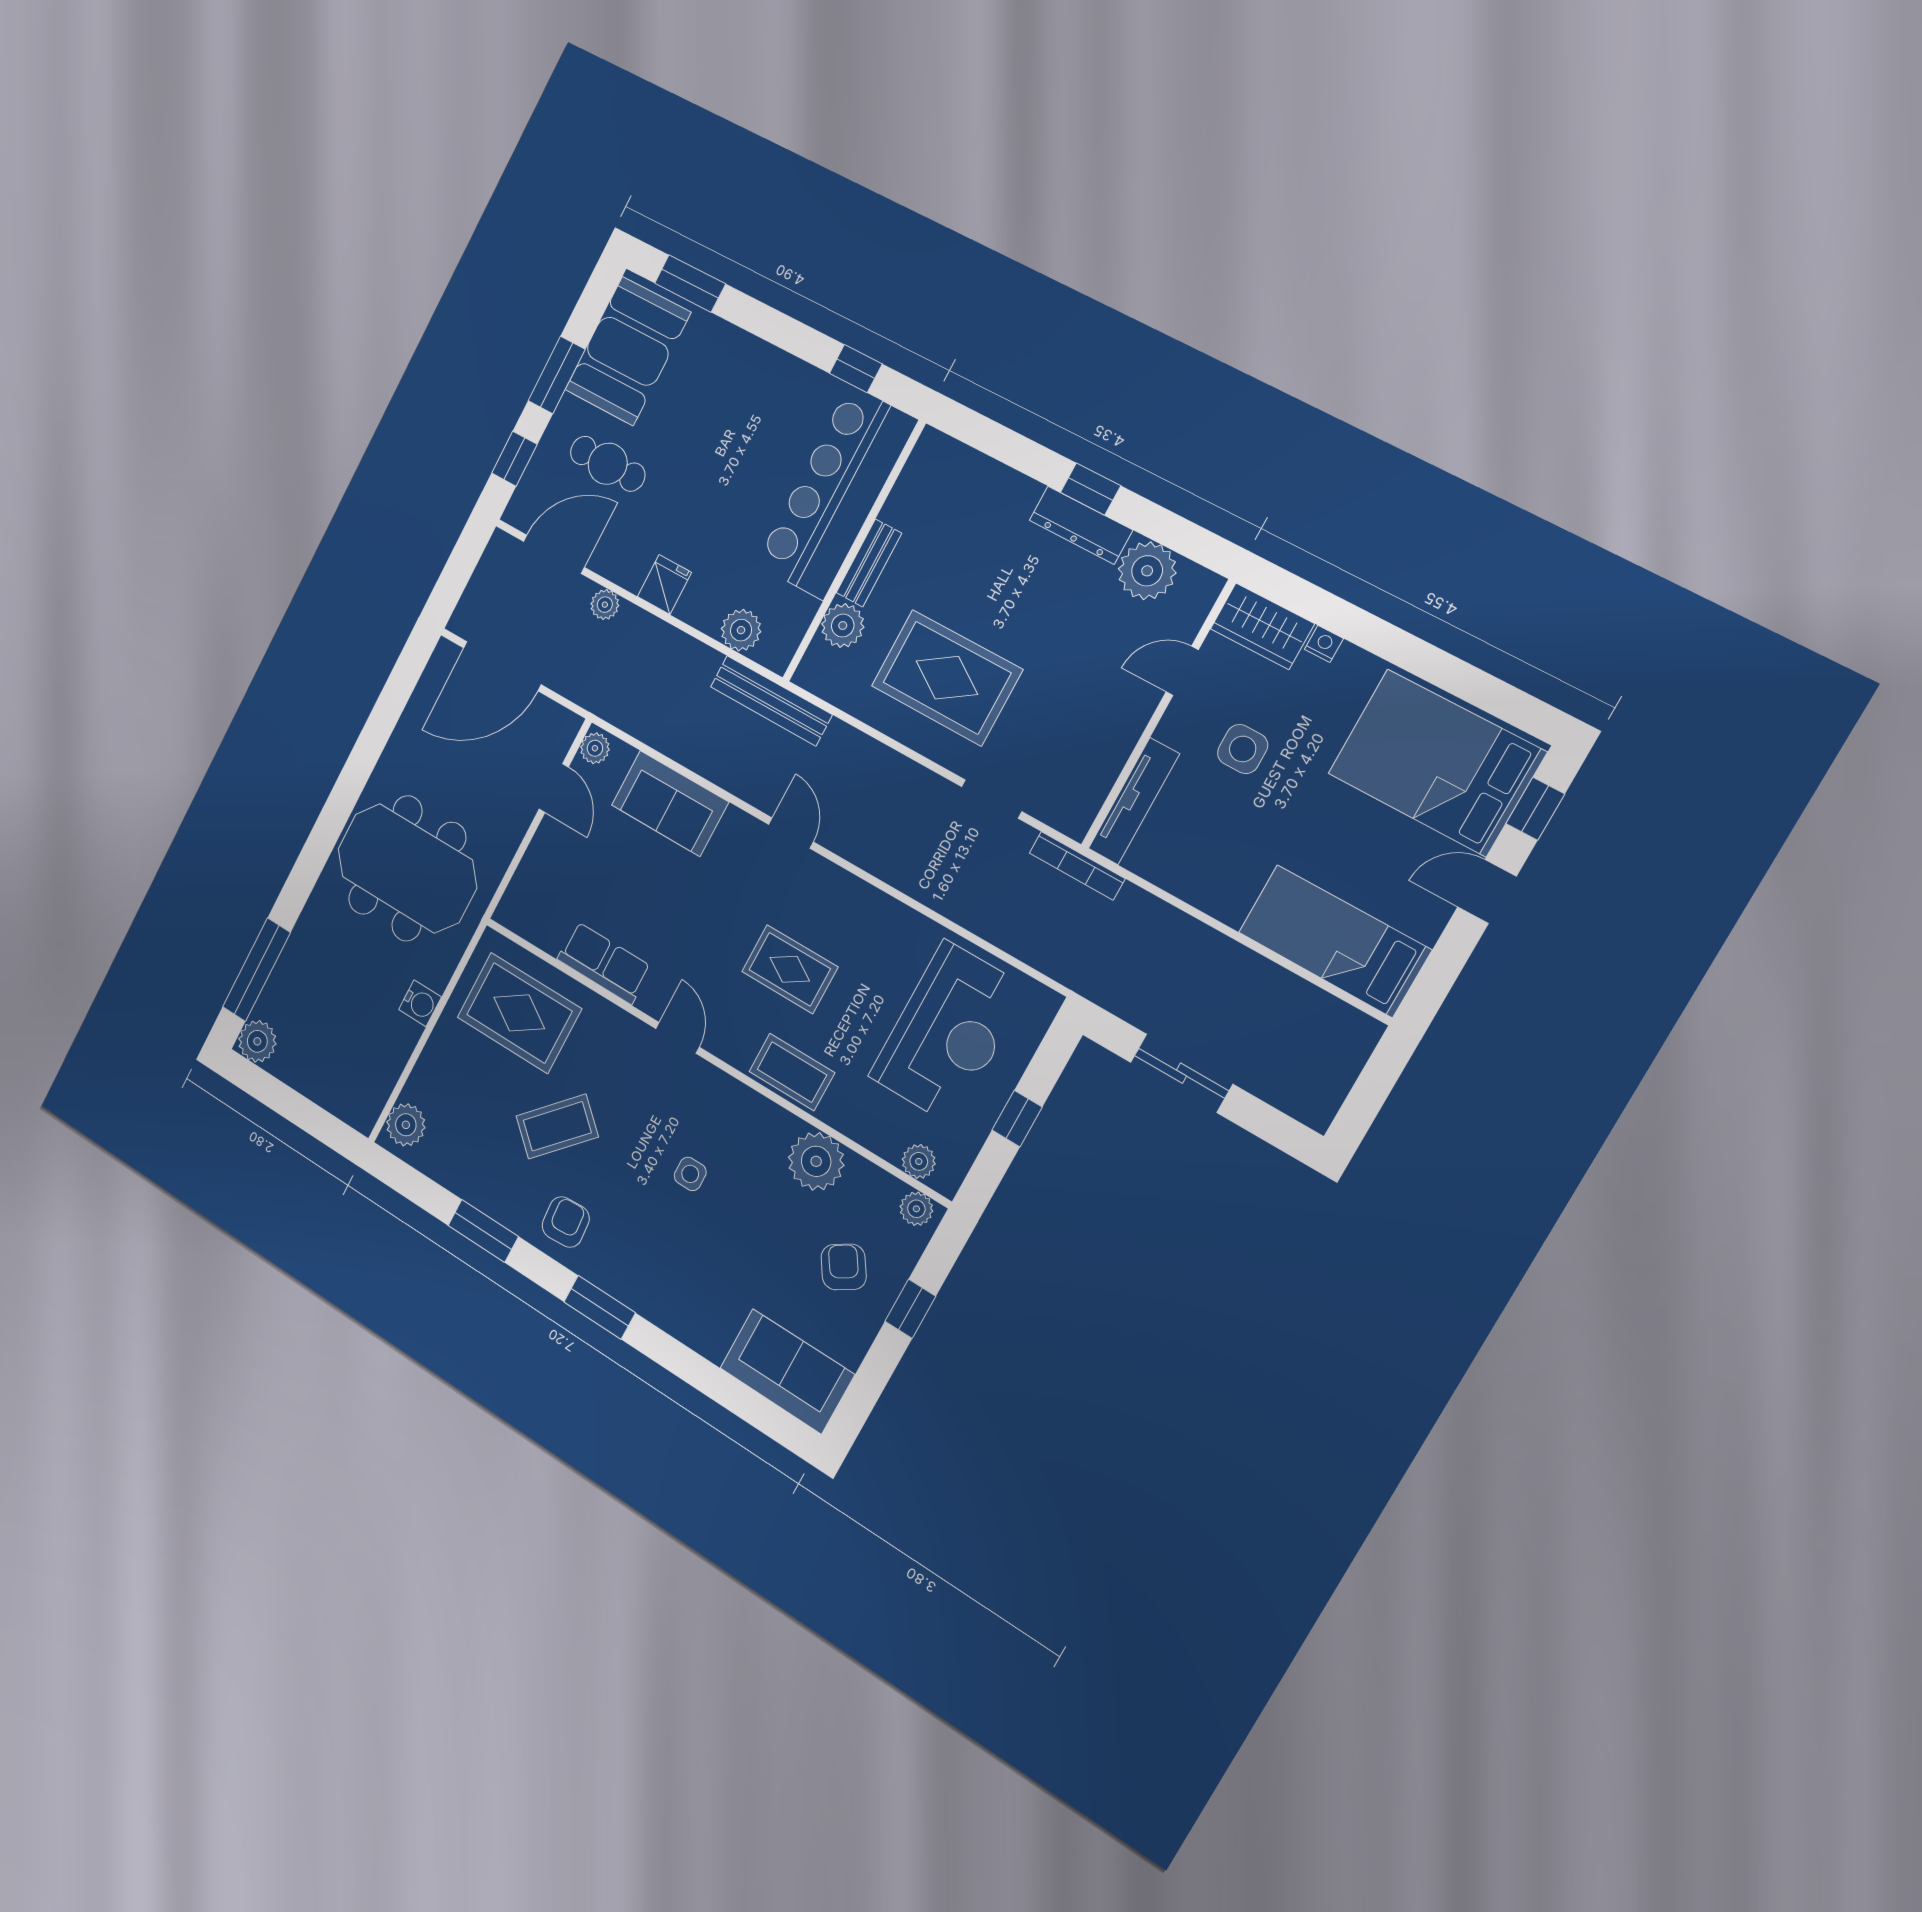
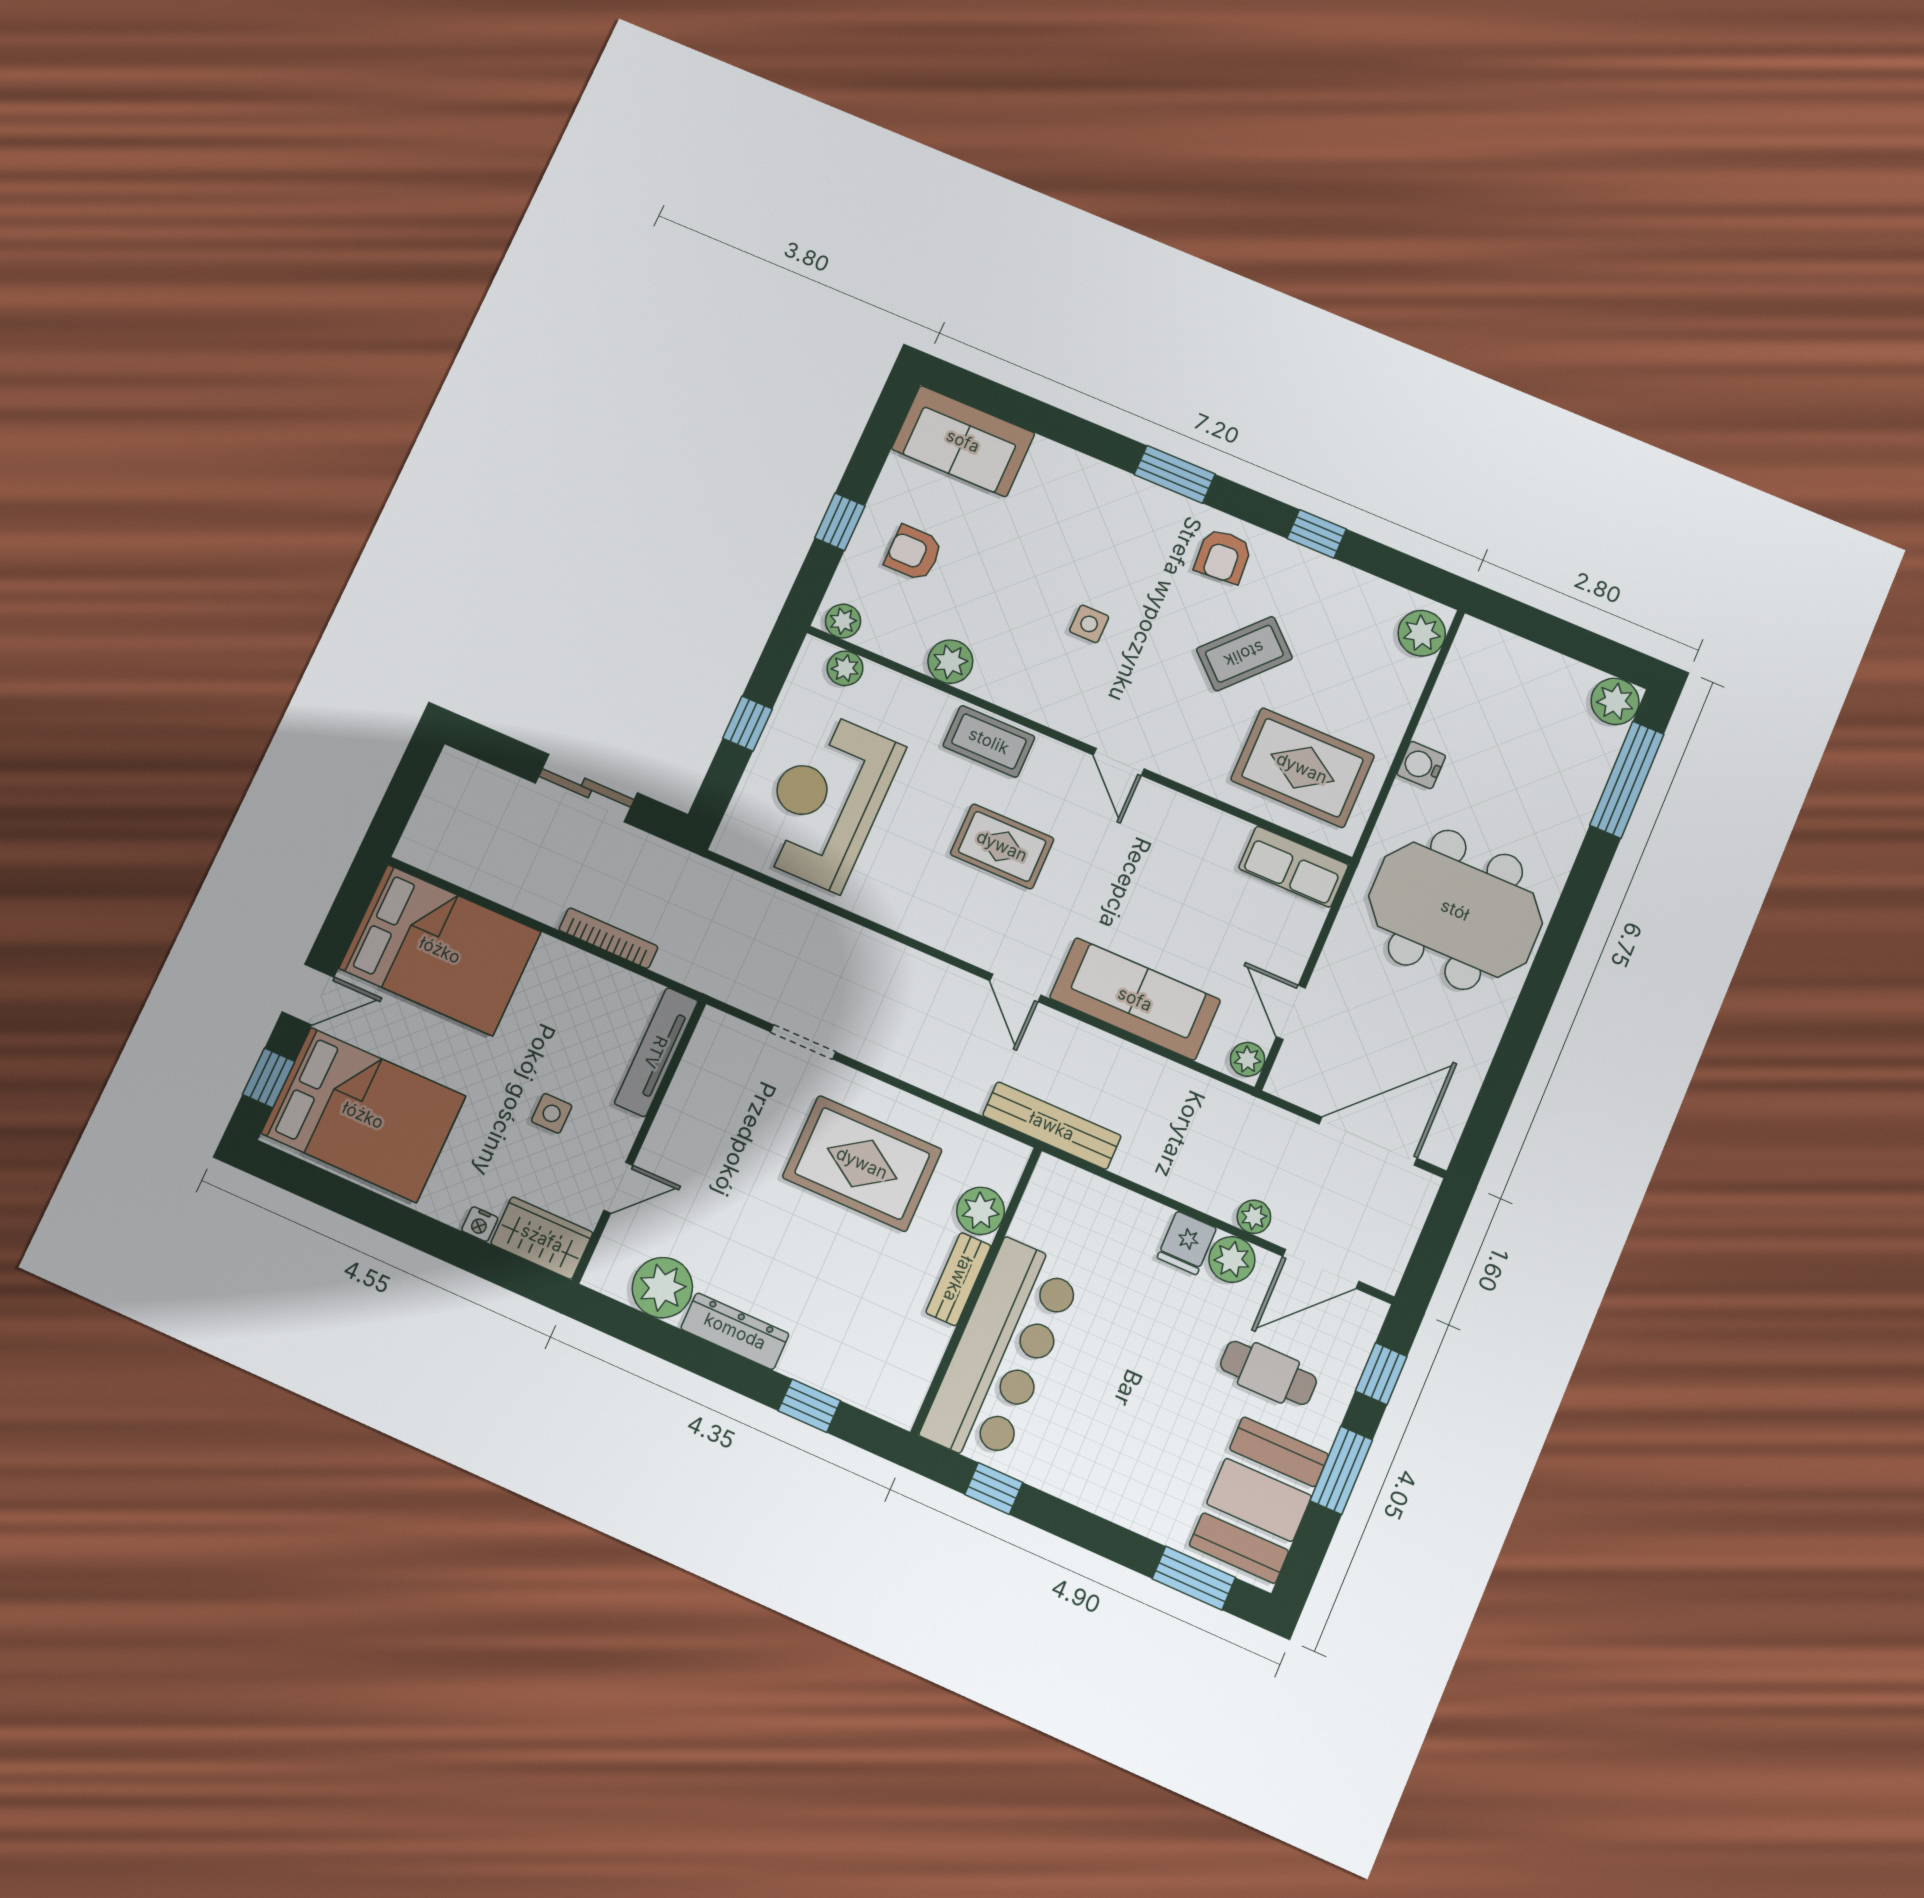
window: (1091, 489) -> (809, 1406), moved
plant: (741, 630) -> (1232, 1259), moved
side table: (1243, 749) -> (552, 1113), width x0.73, depth x0.73
sofa: (670, 803) -> (1135, 999), width x1.36
bookcase: (1077, 866) -> (608, 938), moved
bed: (1334, 941) -> (440, 950), width x1.50
row of seats: (604, 963) -> (1293, 867), moved
plant: (816, 1161) -> (950, 662), width x0.73, depth x0.73
window: (483, 1231) -> (1317, 534), width x0.67
armchair: (844, 1267) -> (914, 553), turned 123

